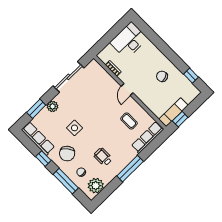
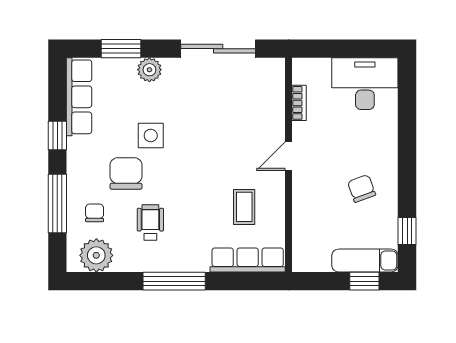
exam couch: (173, 112) -> (365, 260), moved
window: (180, 119) -> (364, 281), moved
chair: (67, 154) -> (126, 173), moved, turned 129

